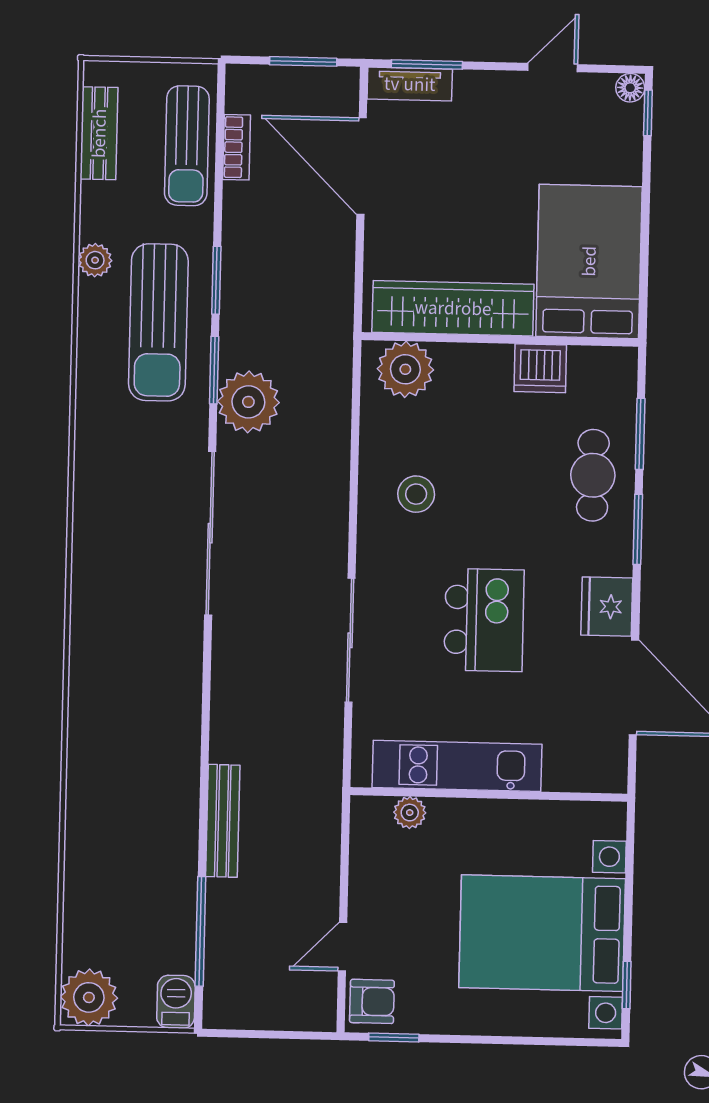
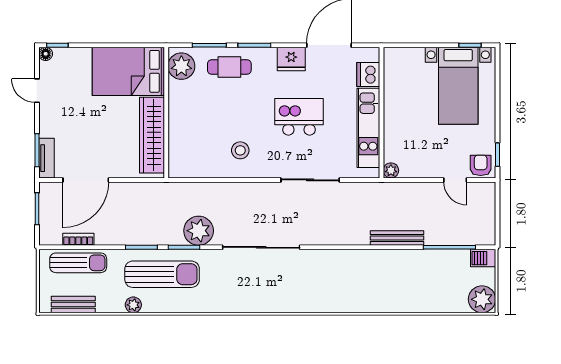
dishwasher: (540, 368) -> (368, 74), moved, turned 180
plant: (405, 369) -> (181, 66), moved
plant: (410, 813) -> (391, 170), moved
bed with nightstands: (542, 933) -> (458, 86), width x0.73

